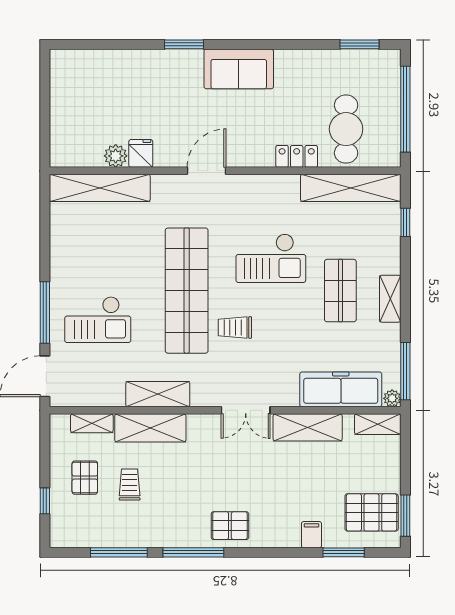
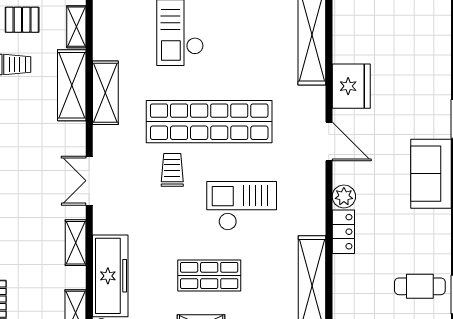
cafe table: (346, 129) -> (420, 286), moved, width x0.73, depth x0.74
fridge: (141, 153) -> (351, 86), width x1.88, depth x1.34
plant: (116, 156) -> (344, 196), moved
checkout: (271, 258) -> (242, 206), turned 90
shelving: (308, 427) -> (76, 243), width x0.67, depth x0.75

